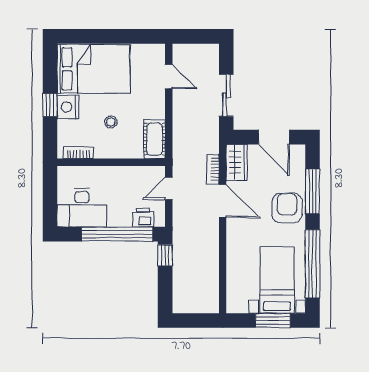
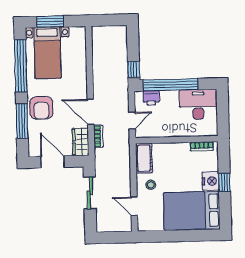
stool: (111, 122) -> (151, 185), moved

